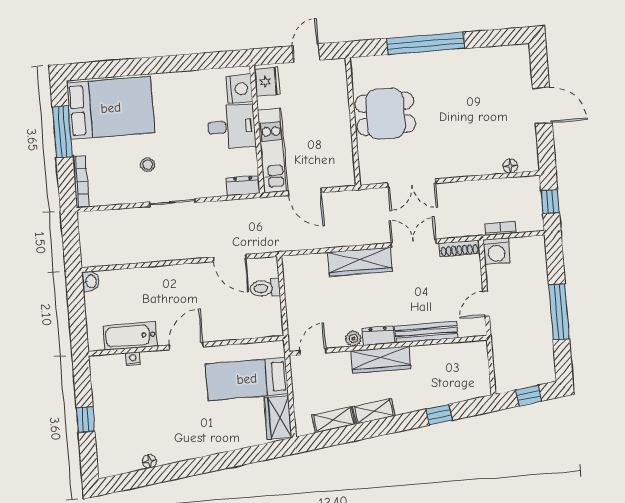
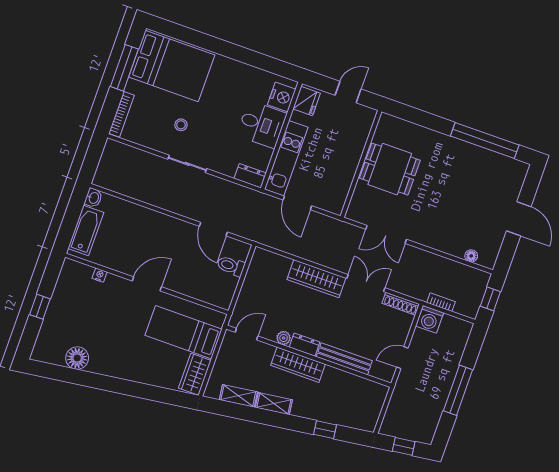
window: (426, 43) -> (485, 141), moved
bathtub: (130, 336) -> (86, 230), moved, turned 90
floor lamp: (149, 461) -> (77, 358), width x1.89, depth x1.89

